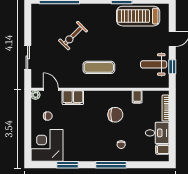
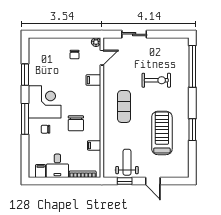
treadmill: (138, 16) -> (162, 133), moved
exercise bike: (73, 36) -> (156, 80), turned 135
filing cabinet: (73, 98) -> (93, 80), width x0.50
corner desk: (47, 145) -> (45, 102), moved

